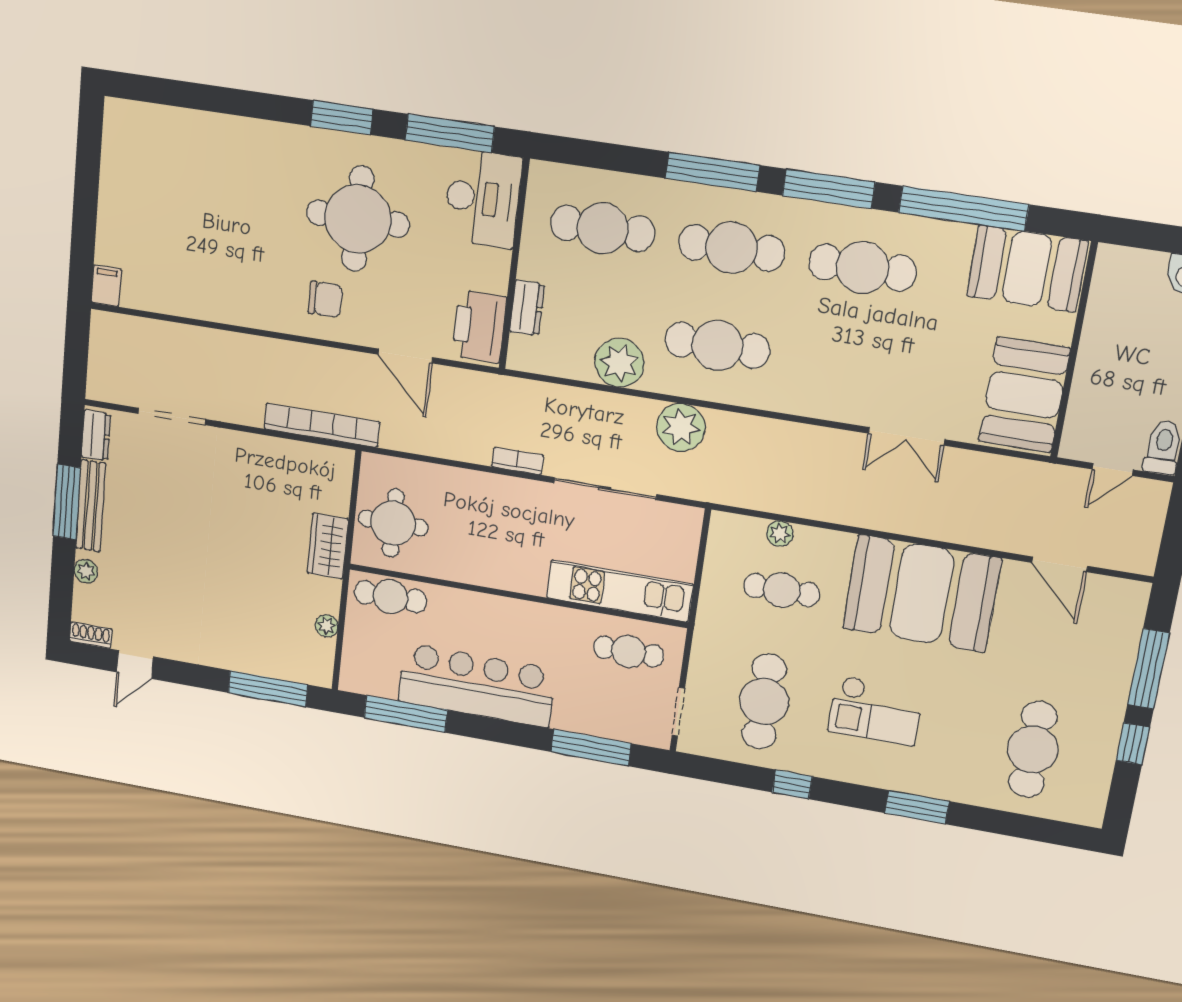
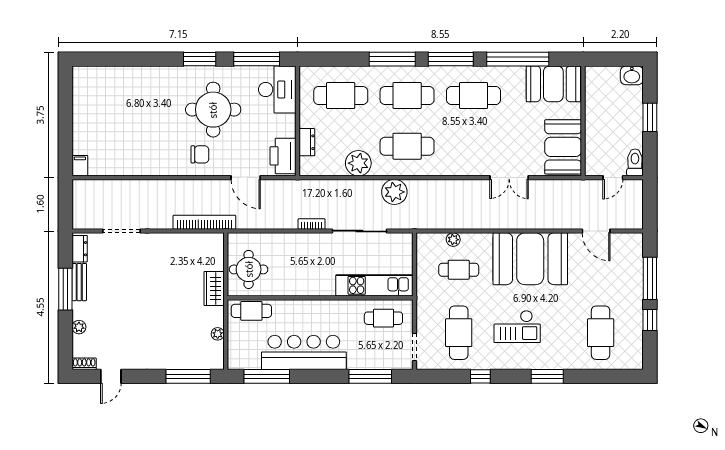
bench: (91, 506) -> (79, 282), width x0.73

